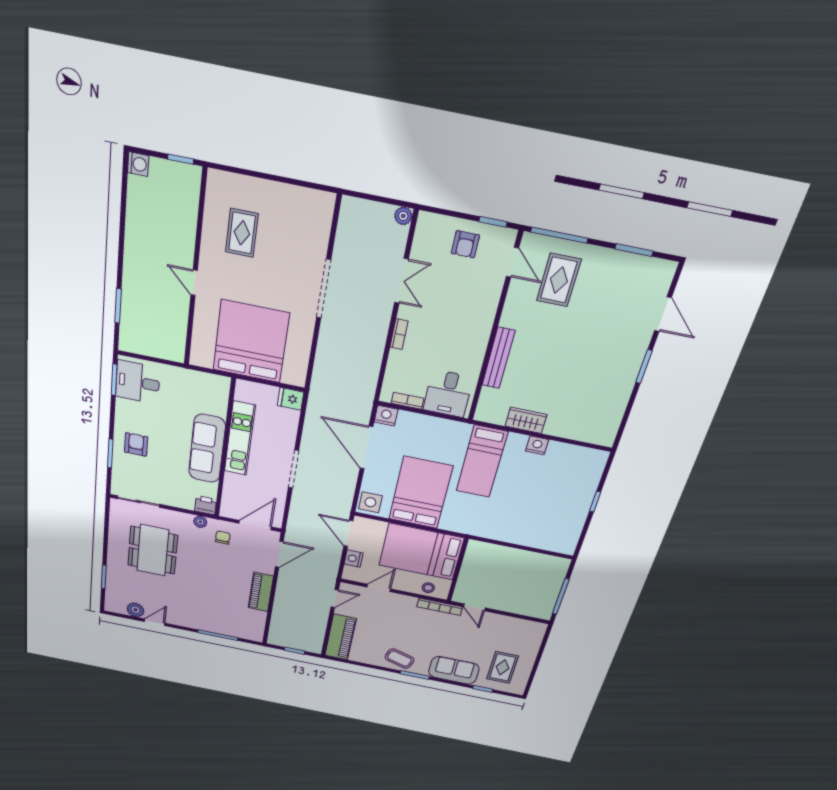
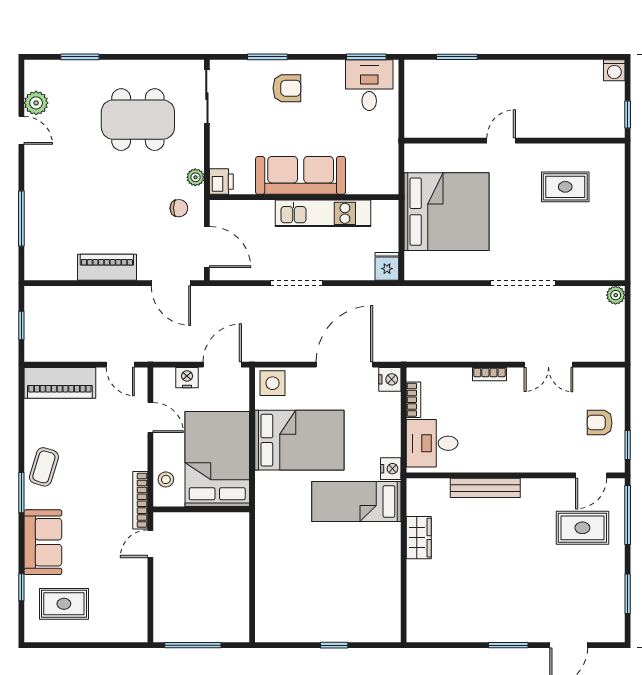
plant: (403, 216) -> (616, 295), moved
nightstand: (537, 445) -> (391, 469), moved

